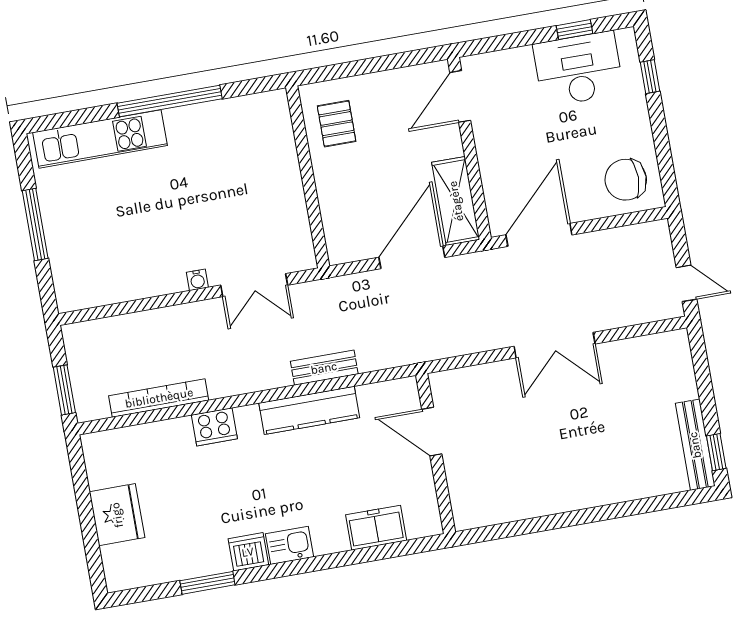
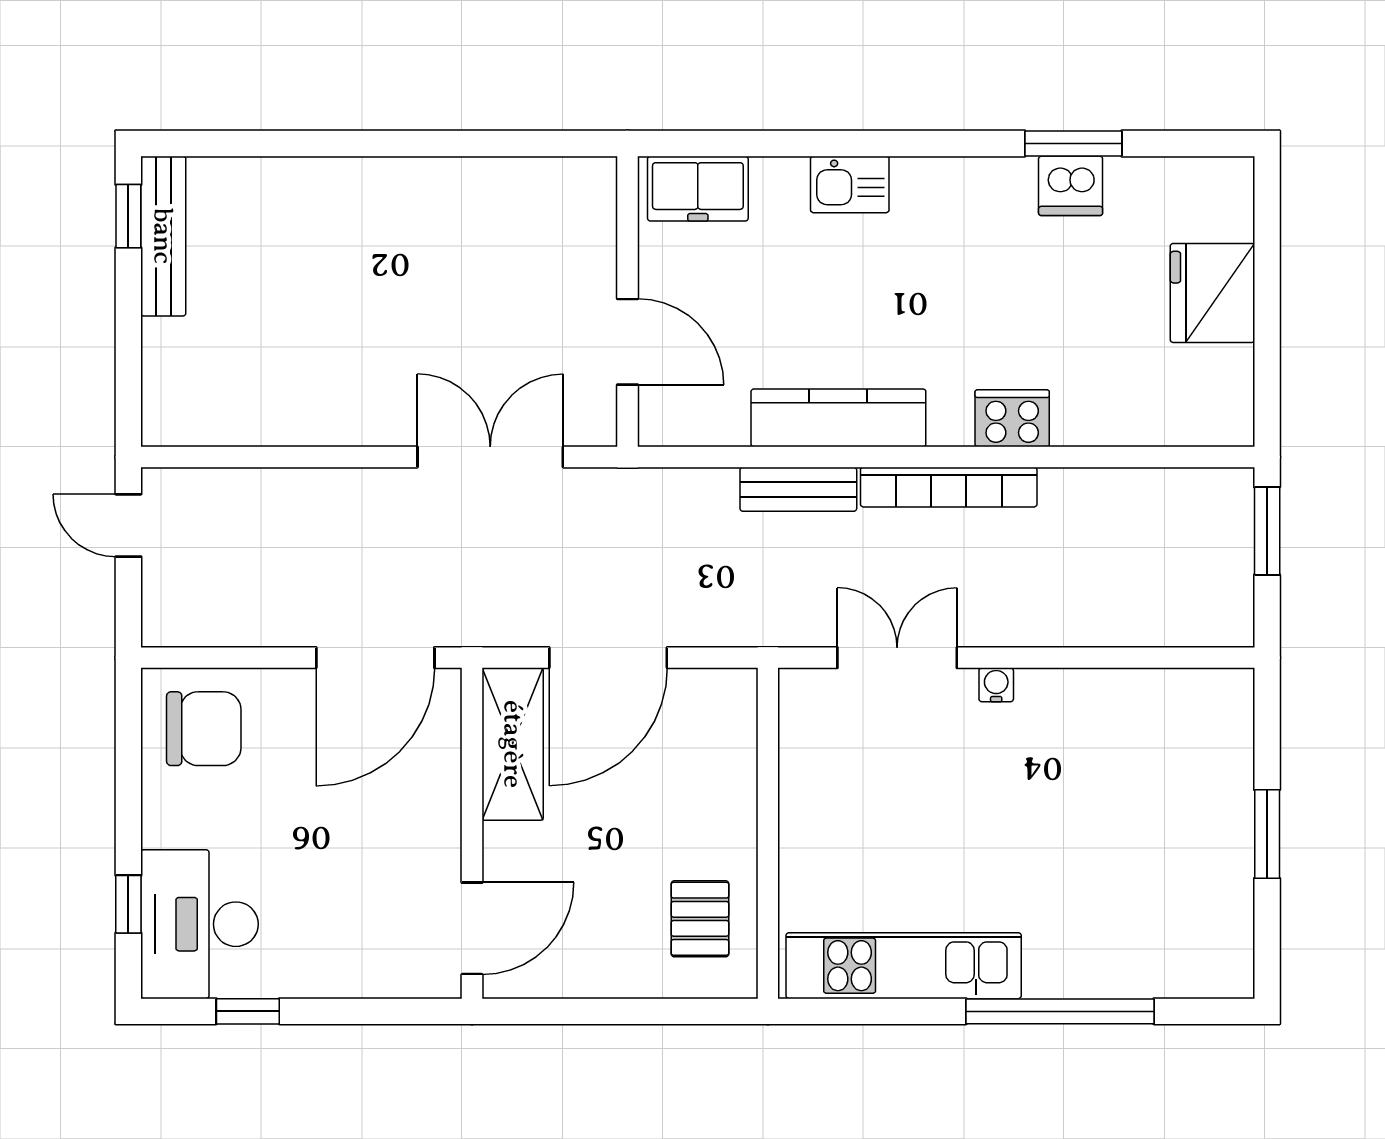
desk: (578, 69) -> (199, 924), moved, turned 90
window: (170, 101) -> (1060, 1011), moved
kitchen unit: (100, 139) -> (904, 966), moved
window: (35, 224) -> (1267, 834), width x0.69
double door: (555, 345) -> (490, 457), moved
bookcase: (159, 398) -> (949, 487), moved
freezer: (376, 528) -> (698, 189), moved
kitchen sink: (289, 545) -> (850, 184), moved
dishwasher: (248, 552) -> (1071, 186), moved

